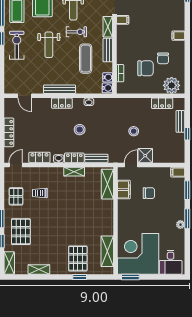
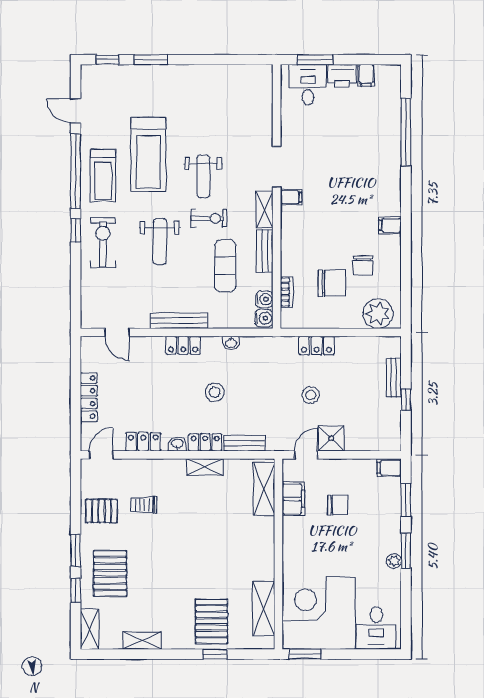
locker: (162, 103) -> (317, 345), moved
pallet: (16, 196) -> (102, 511), turned 90

